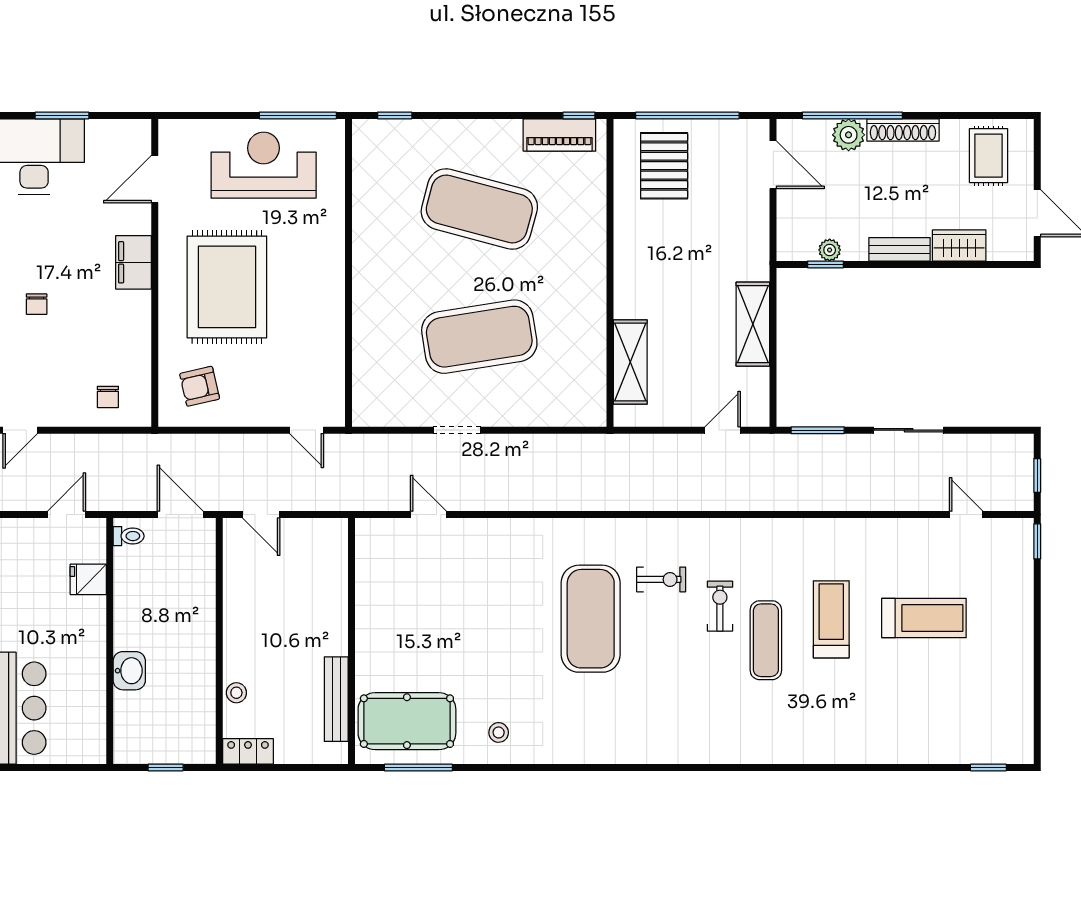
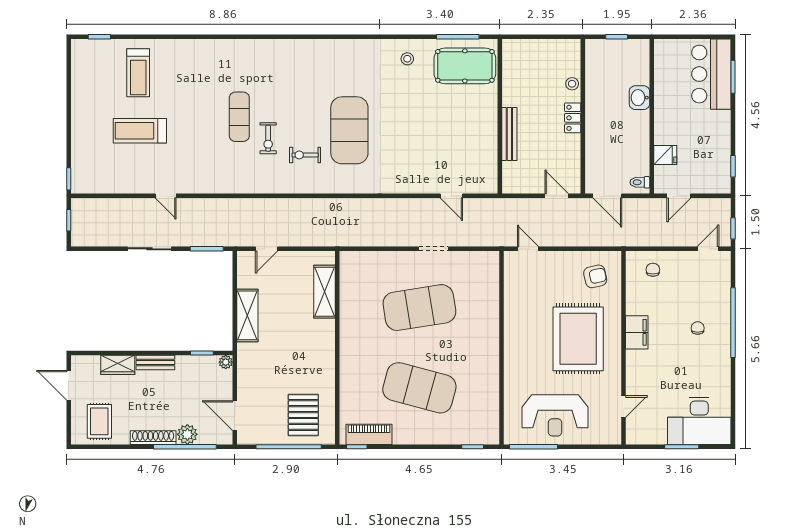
door: (155, 179) -> (623, 407), width x0.73
plant: (830, 250) -> (226, 362), moved
filing cabinet: (133, 262) -> (637, 332), moved
door: (966, 515) -> (166, 196), moved
treadmill: (831, 619) -> (138, 73), moved
bench: (336, 699) -> (509, 134), moved
locker: (248, 751) -> (573, 118), moved, turned 90

